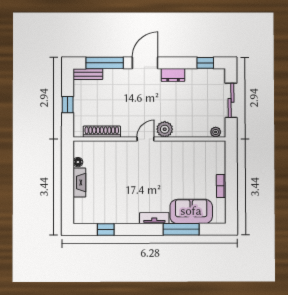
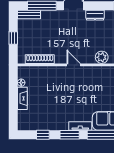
plant: (165, 129) -> (102, 57), moved
door: (146, 139) -> (74, 65), hinge flipped
window: (141, 229) -> (70, 135), added

